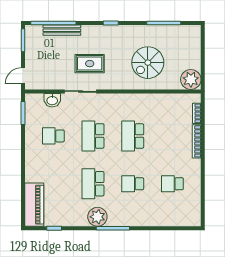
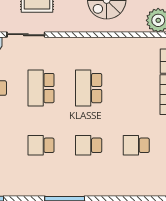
school desk: (93, 184) -> (41, 145), width x0.54
plant: (97, 217) -> (46, 185), removed

